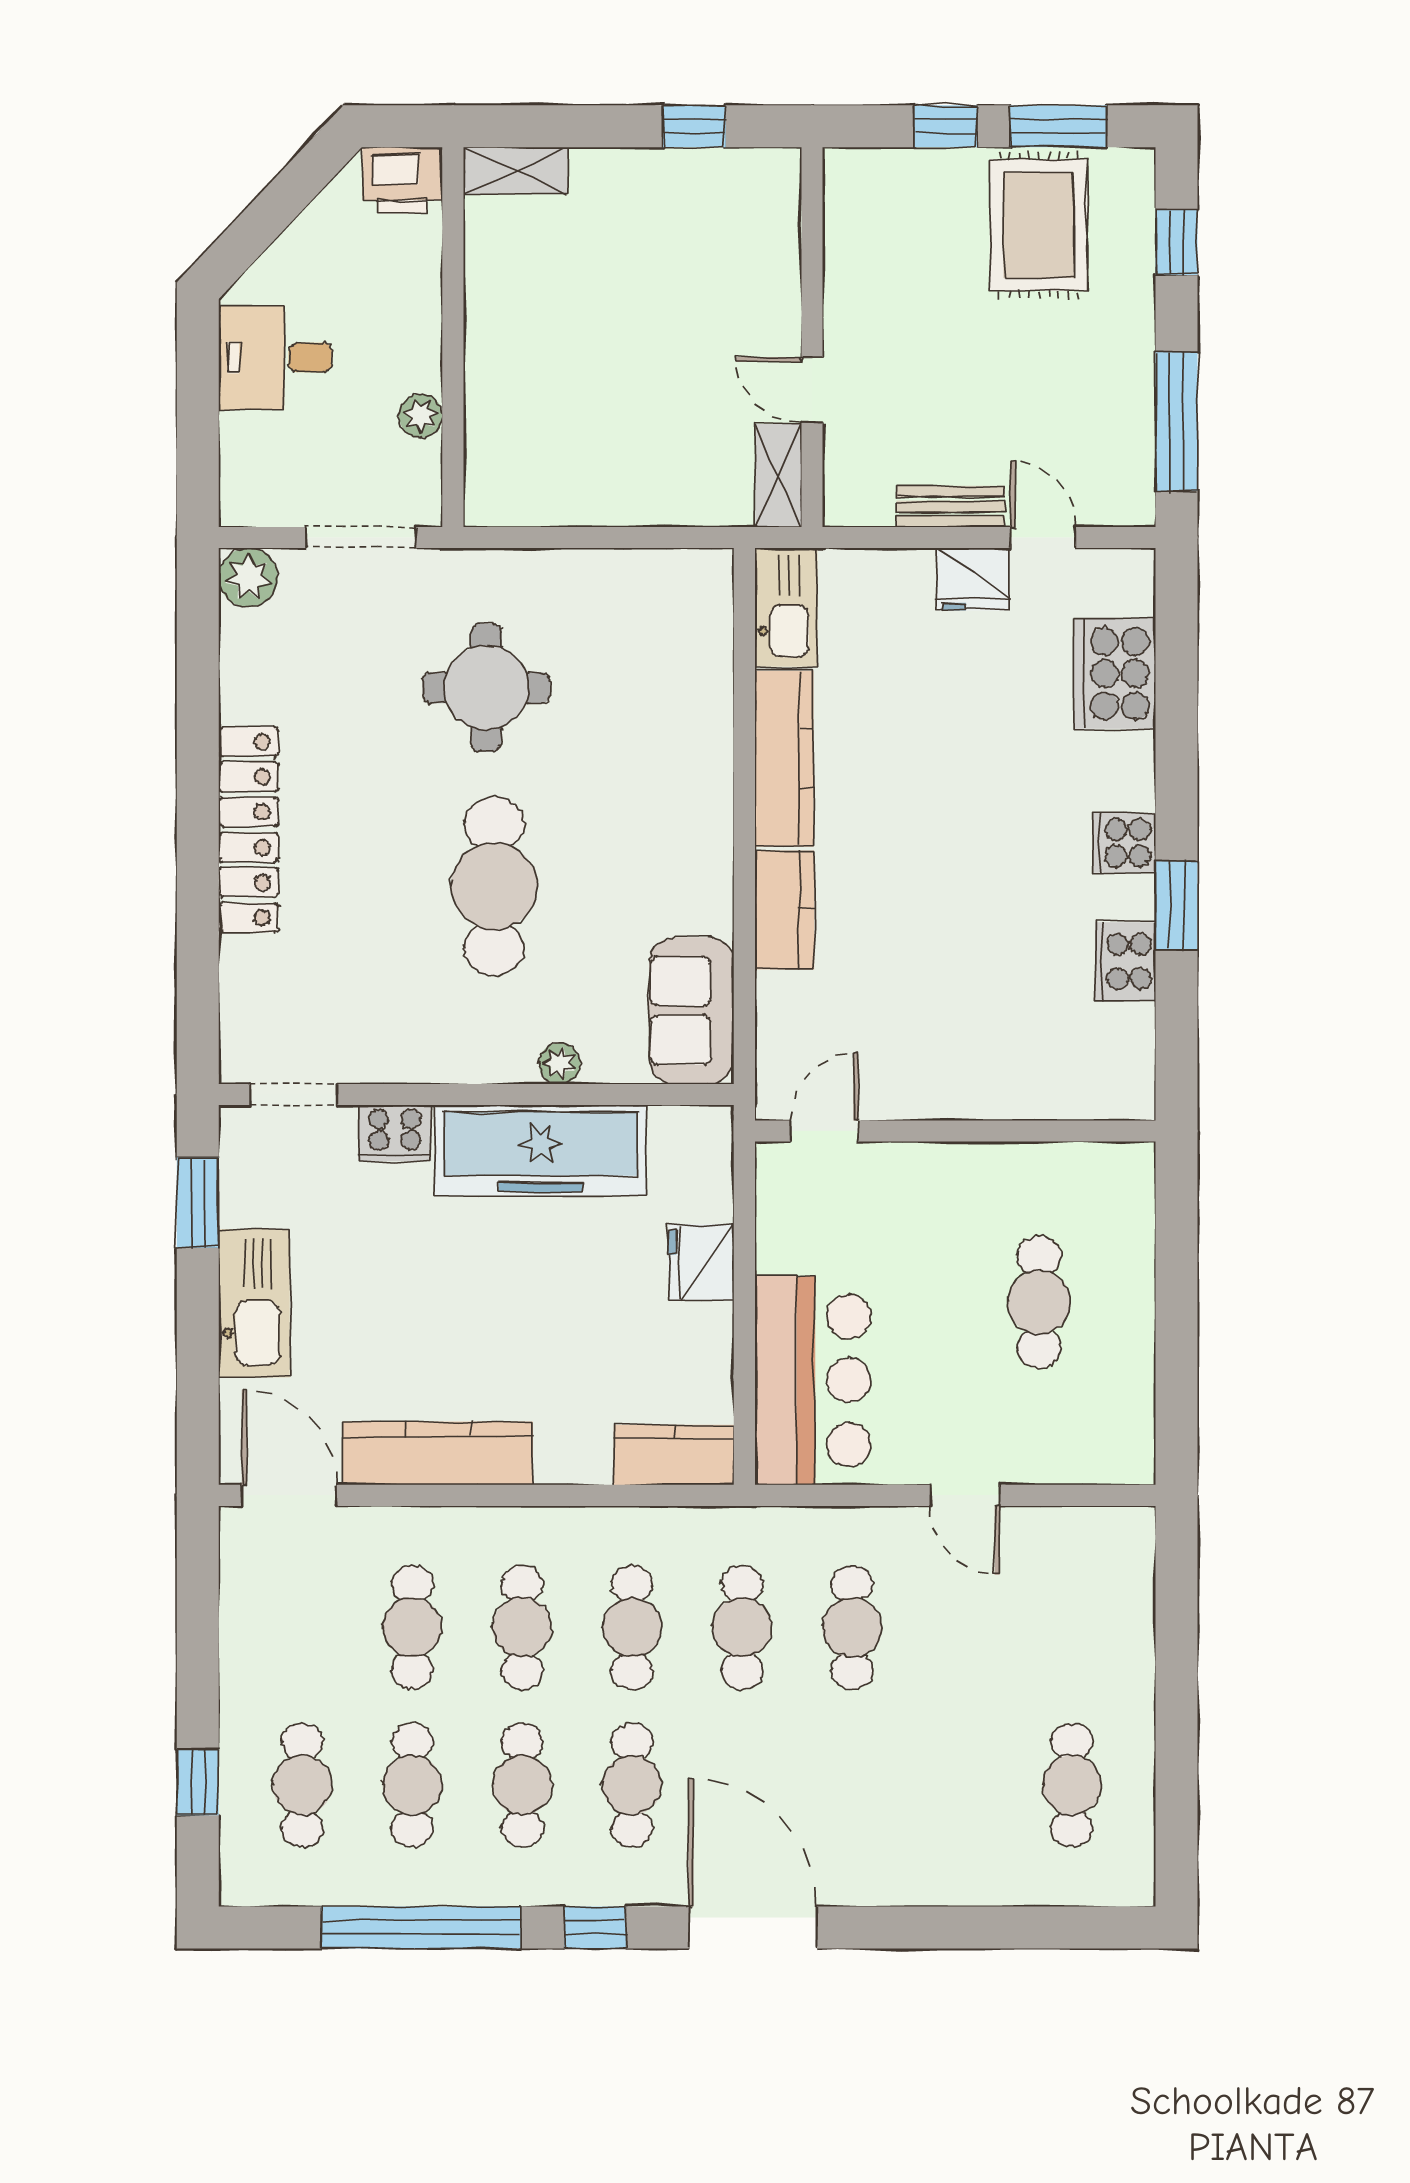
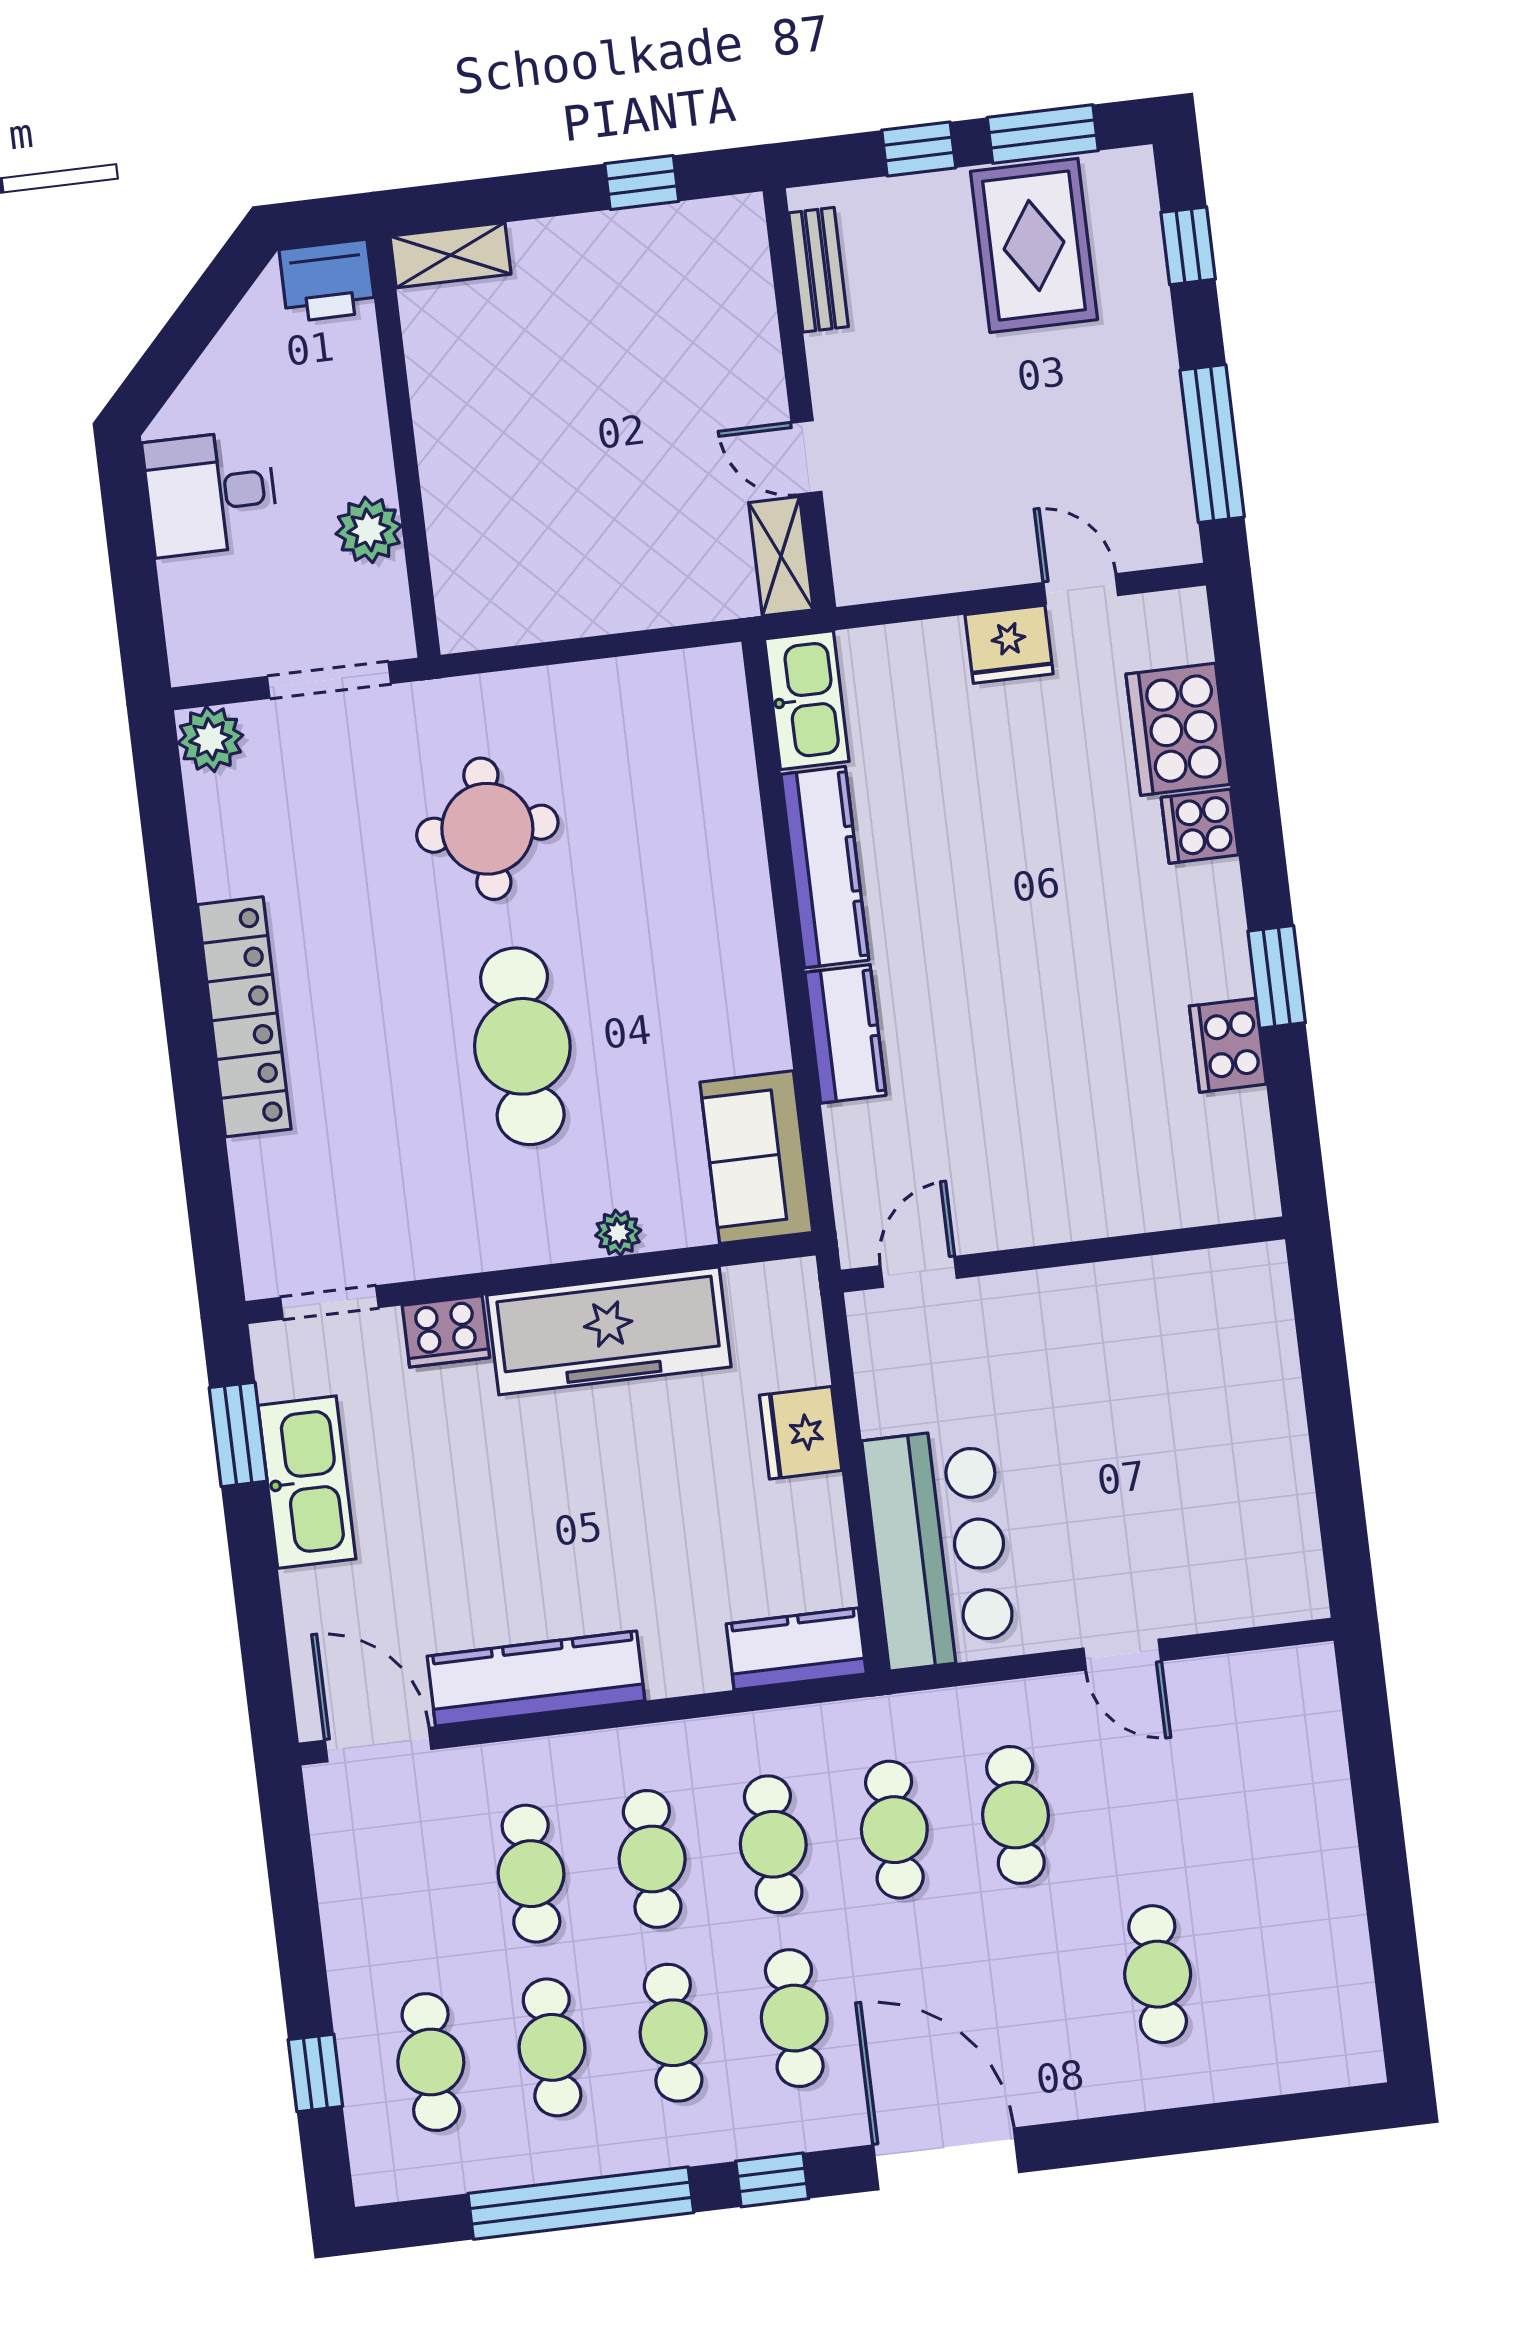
plant: (421, 416) -> (369, 530), width x1.38, depth x1.38
bench: (951, 506) -> (818, 270), moved, turned 90
cooker: (1124, 843) -> (1200, 826), moved
cafe table: (1039, 1302) -> (1178, 1432), removed
kitchen sink: (254, 1303) -> (307, 1482), moved
cafe table: (1072, 1785) -> (1158, 1974), moved

